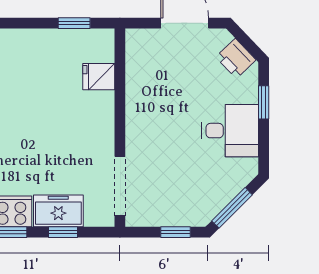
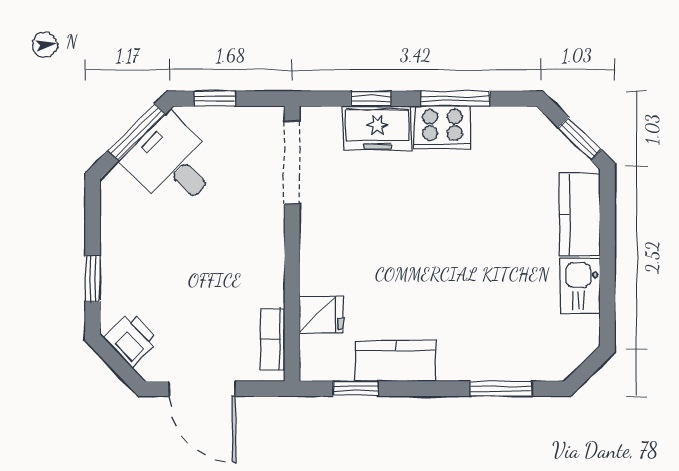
kitchen counter: (46, 43) -> (395, 361), added
bookcase: (134, 59) -> (272, 339), added
desk: (230, 131) -> (172, 163), moved, turned 45

